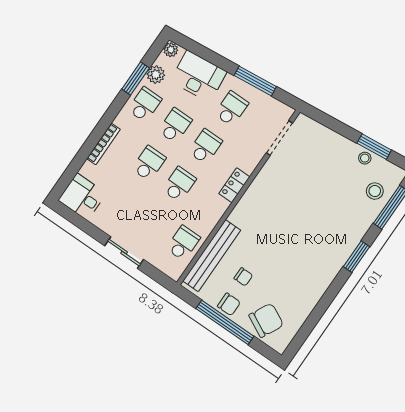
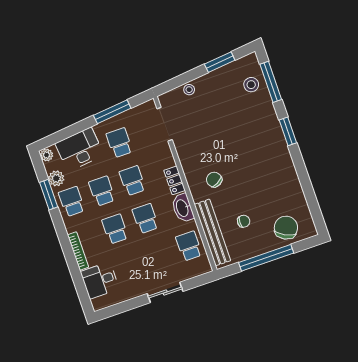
stool: (365, 158) -> (189, 90), moved
desk: (82, 197) -> (100, 280), moved
washbasin: (214, 211) -> (183, 208), added
chair: (229, 304) -> (214, 180), moved, turned -119

